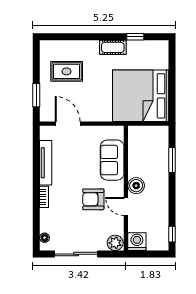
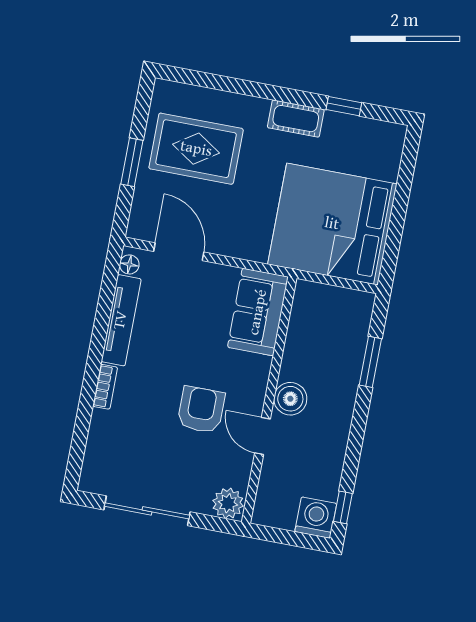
rug: (67, 71) -> (196, 149), width x1.36, depth x1.43
window: (36, 95) -> (132, 162), moved
sofa: (112, 160) -> (258, 312), moved
armchair: (93, 199) -> (201, 410), turned 90
floor lamp: (45, 238) -> (129, 264), moved
washing machine: (137, 242) -> (316, 518), moved

